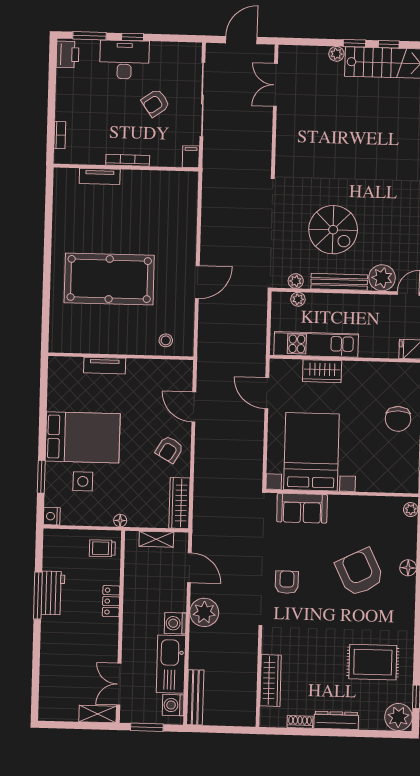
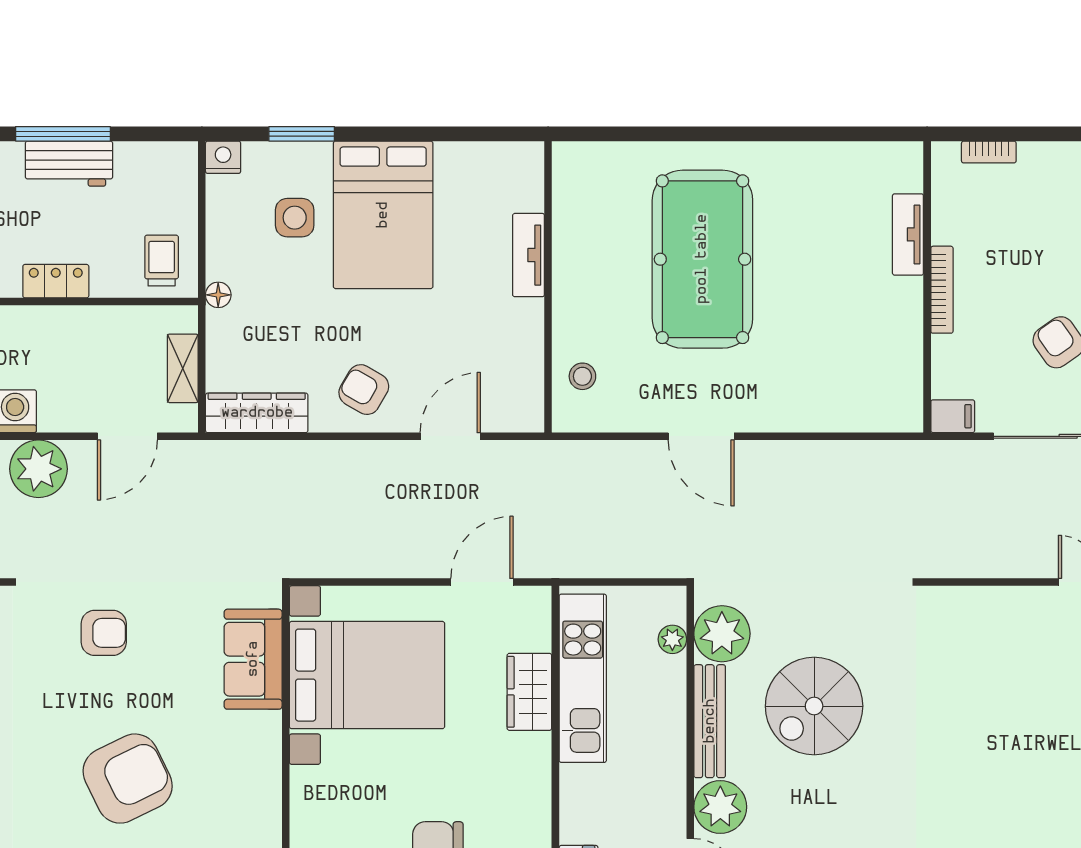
plant: (296, 281) -> (722, 634), width x1.87, depth x1.87

